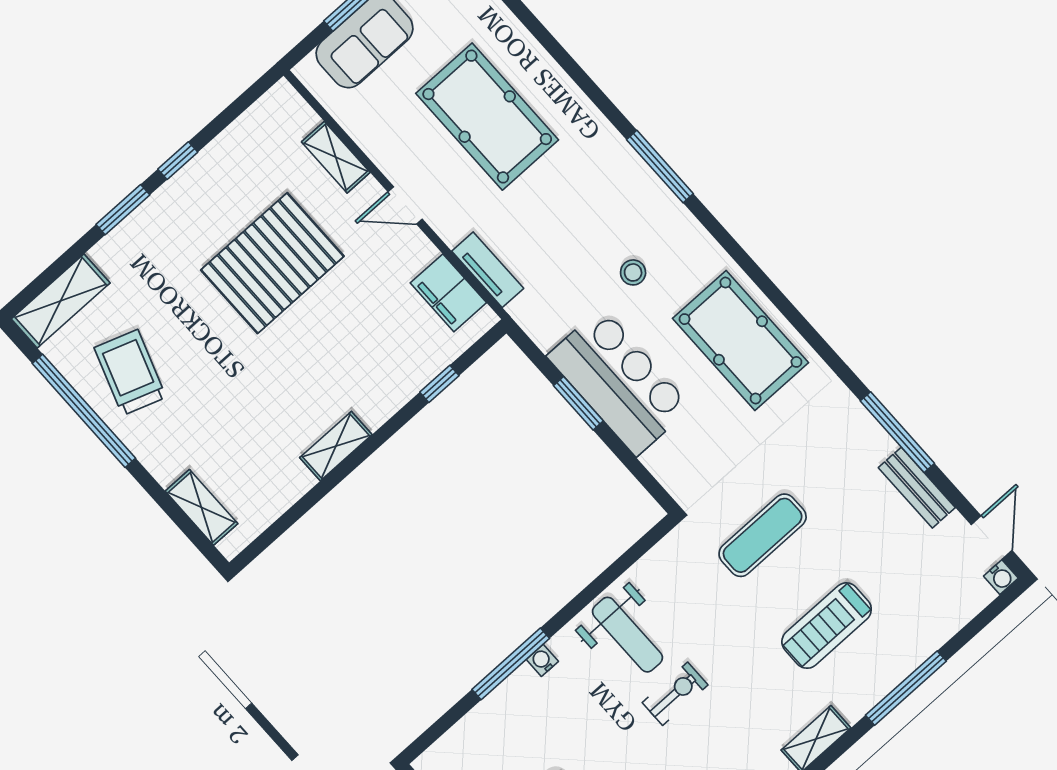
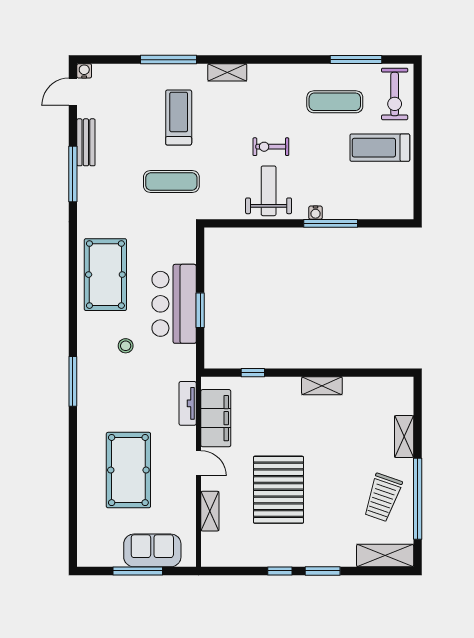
pallet: (272, 263) -> (278, 490), turned 90
filing cabinet: (448, 293) -> (216, 418), width x1.50, depth x1.17
shelving: (201, 507) -> (404, 437), moved
treadmill: (827, 626) -> (179, 117), turned -90

